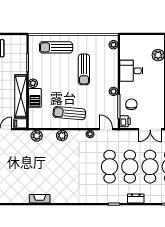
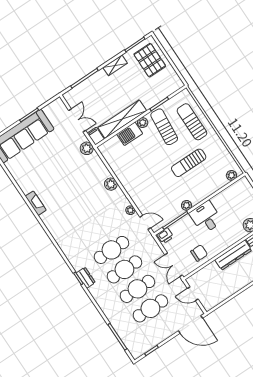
desk: (131, 71) -> (206, 217), moved
chair: (131, 104) -> (199, 253), moved
sun lounger: (69, 113) -> (164, 127), moved
door: (106, 129) -> (145, 222), hinge flipped
plant: (37, 136) -> (87, 148), moved
dresser: (136, 198) -> (86, 278), moved

